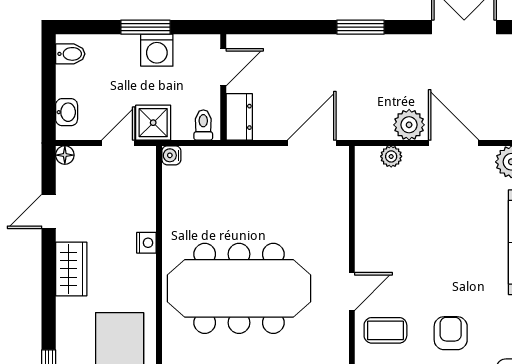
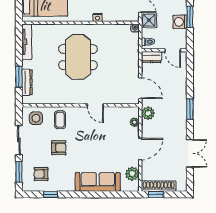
plant: (409, 125) -> (148, 113), moved
meeting table: (239, 288) -> (78, 57), width x0.73
door: (352, 291) -> (95, 105), moved

